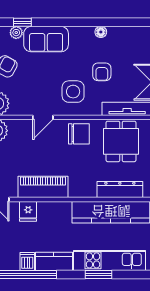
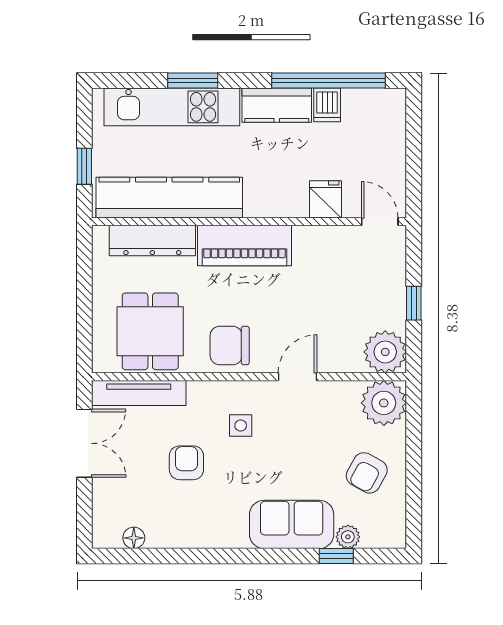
floor lamp: (101, 32) -> (134, 538), moved
side table: (73, 92) -> (241, 426), width x0.54, depth x0.54
piano: (43, 187) -> (244, 246), moved

